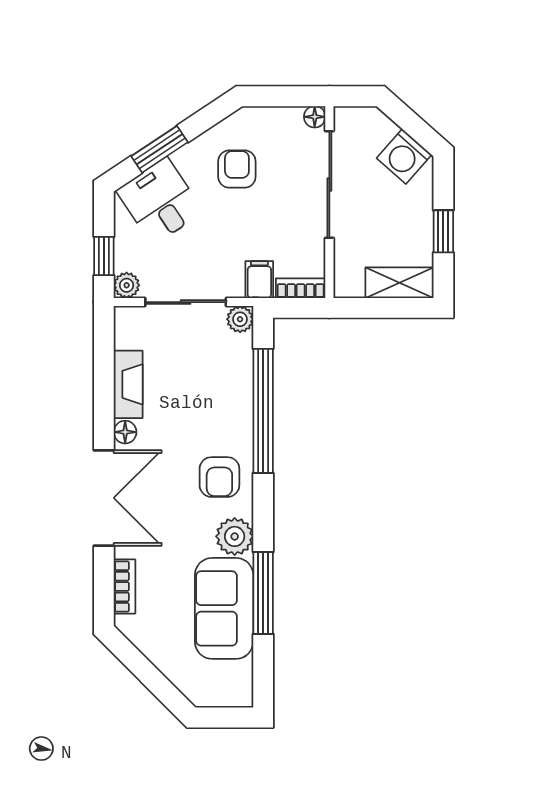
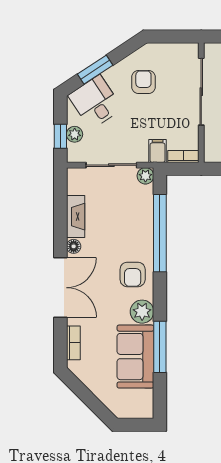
floor lamp: (315, 117) -> (192, 49), removed
plant: (127, 285) -> (75, 134), moved

